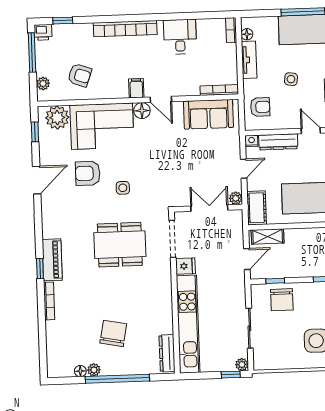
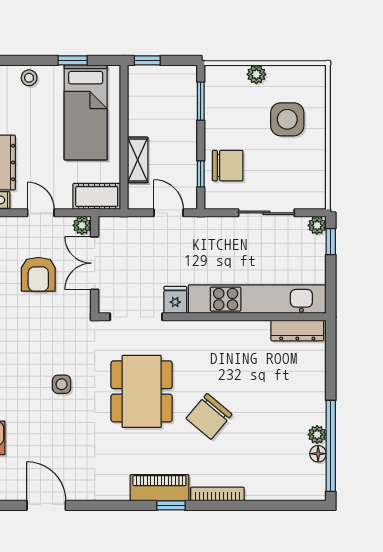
armchair: (88, 173) -> (38, 274), moved
shelving: (268, 236) -> (138, 160), moved
chair: (113, 333) -> (209, 416), moved, turned -61
window: (117, 379) -> (331, 446), moved

